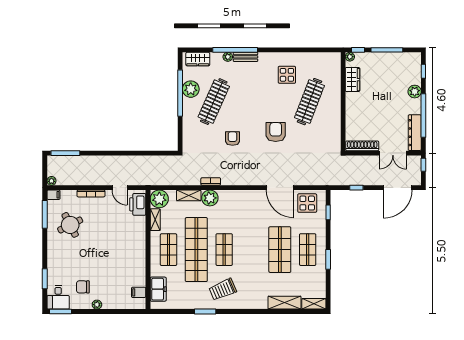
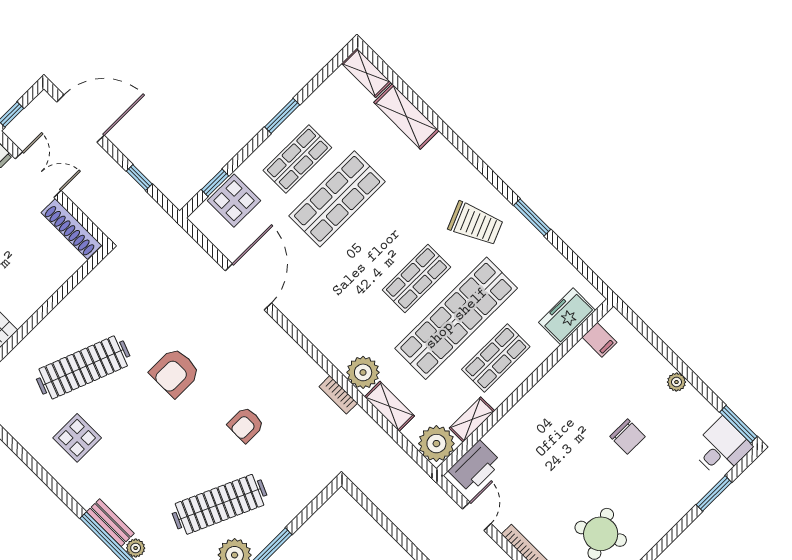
display table: (307, 203) -> (234, 201), moved
chair: (83, 287) -> (628, 437), moved

